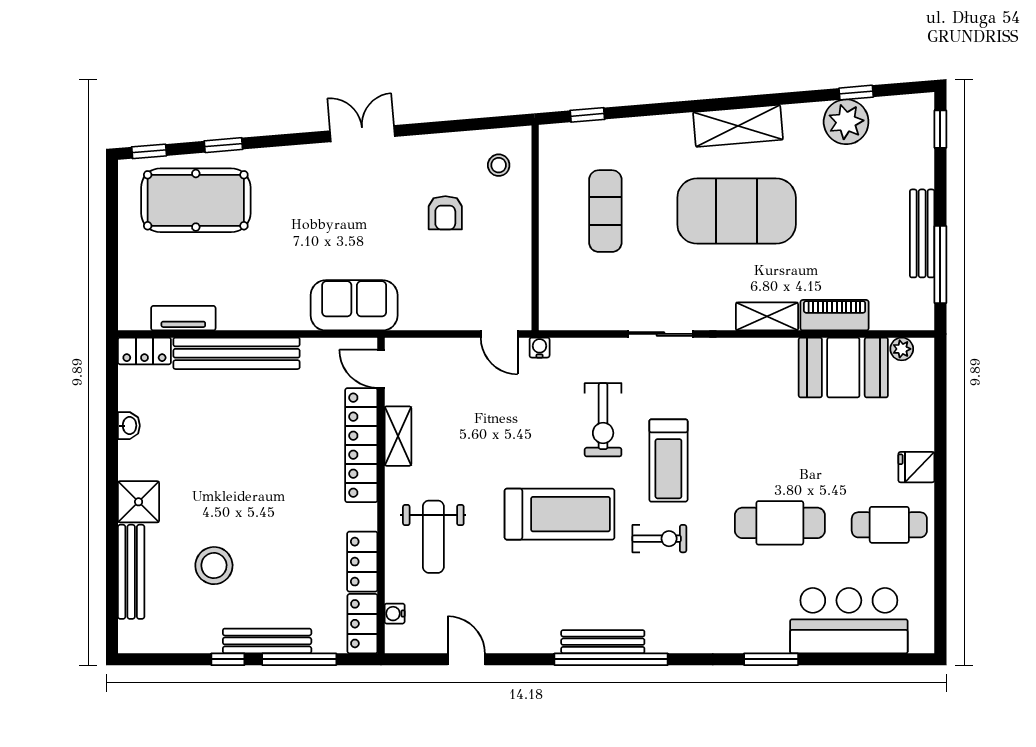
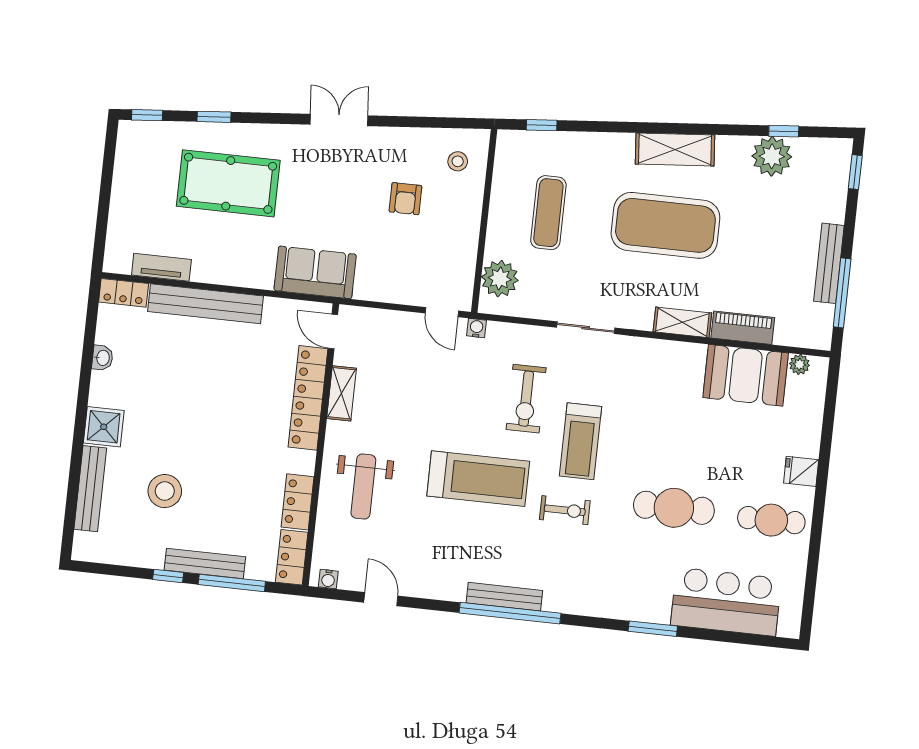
pool table: (196, 200) -> (228, 183), moved
plant: (559, 290) -> (500, 279), added
water cooler: (395, 614) -> (328, 579), moved, turned -90

